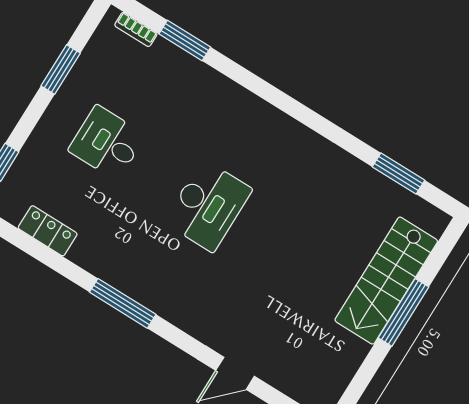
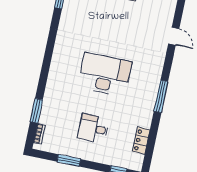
desk: (107, 143) -> (93, 129), turned 90
desk: (208, 206) -> (105, 75), width x1.36, depth x1.30

